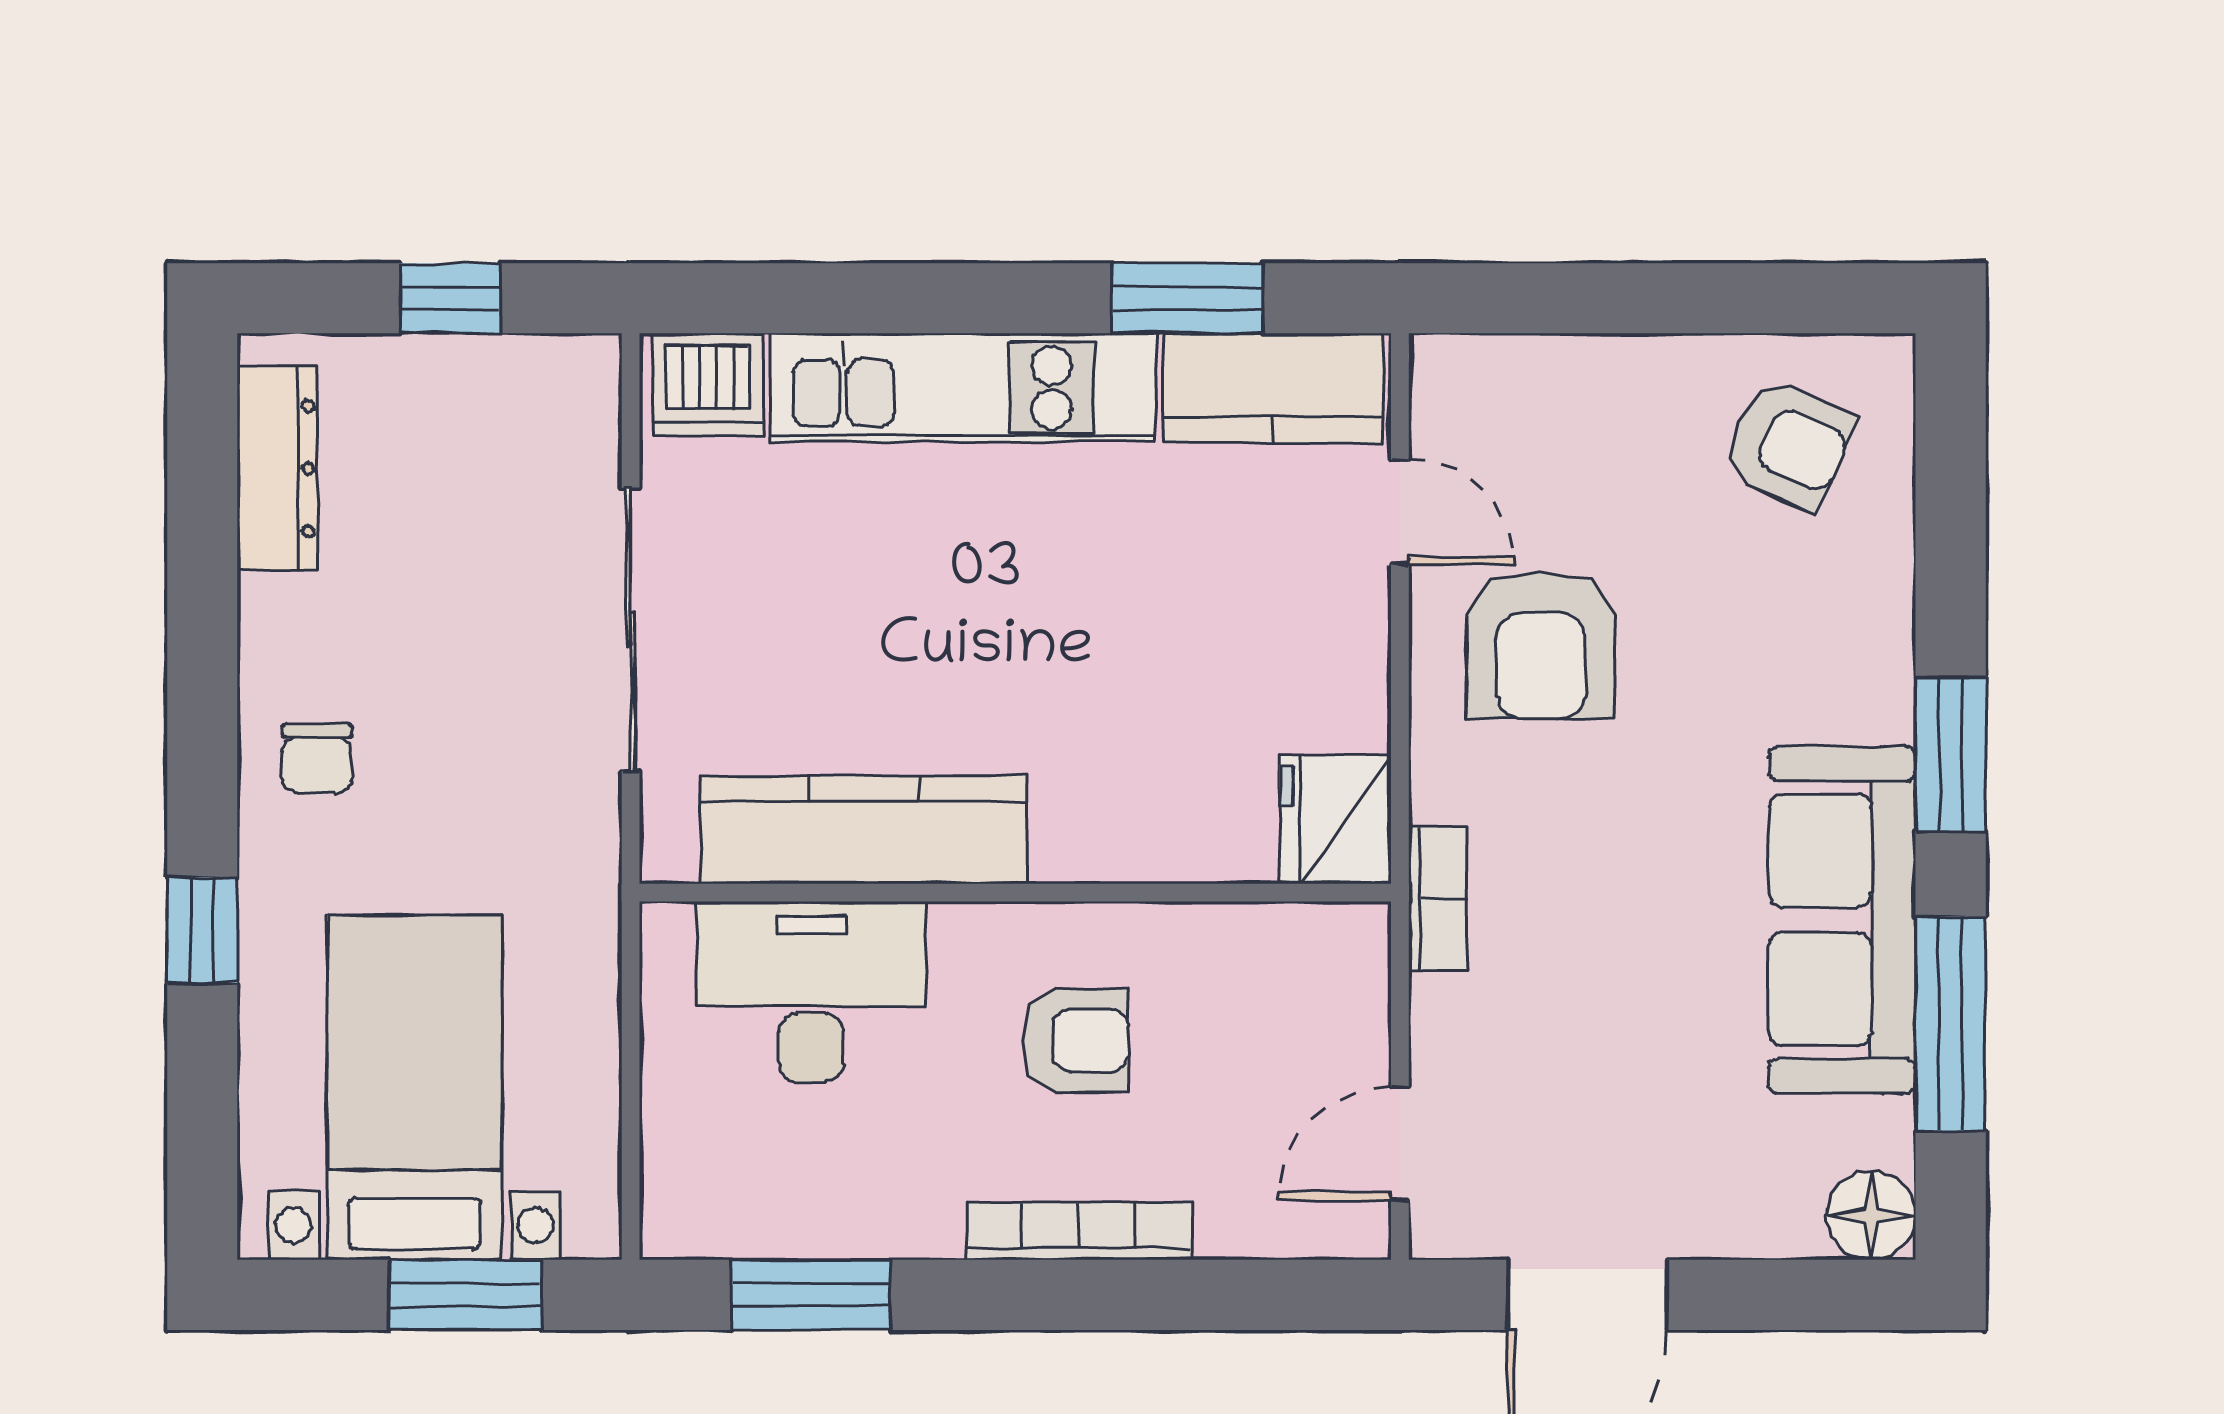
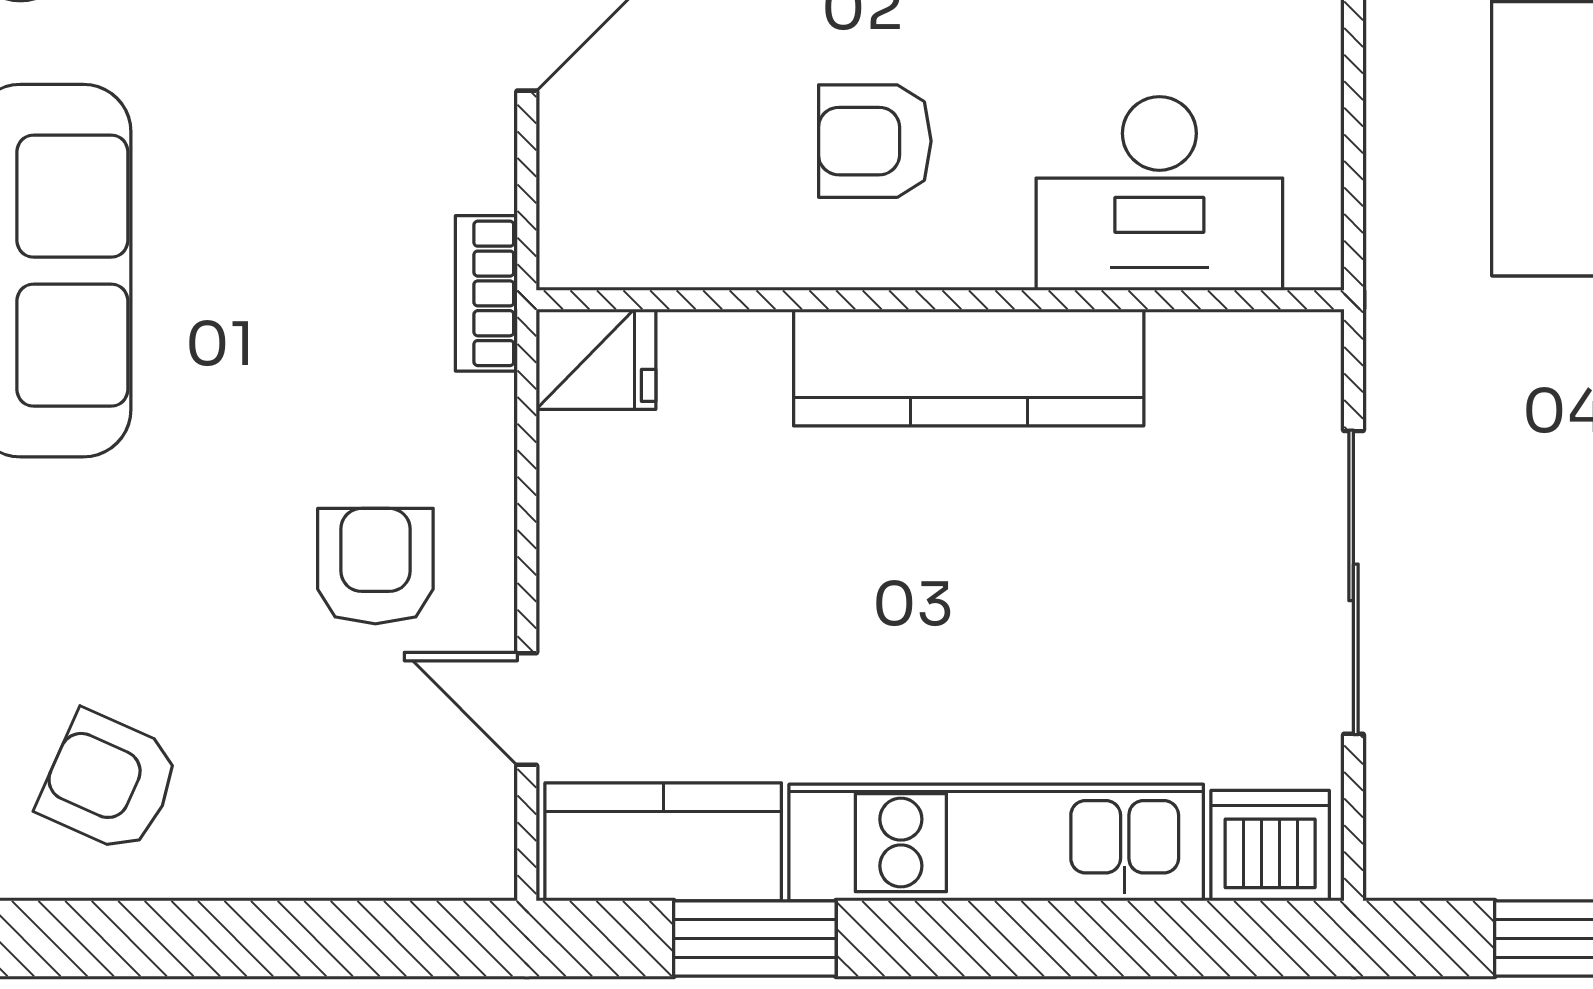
armchair: (1541, 645) -> (375, 566), width x0.72, depth x0.72
fridge: (1336, 819) -> (596, 359), width x0.72
kitchen counter: (864, 830) -> (969, 368), moved

